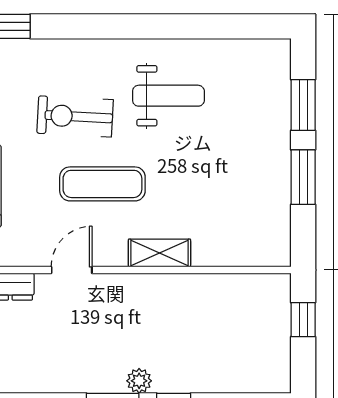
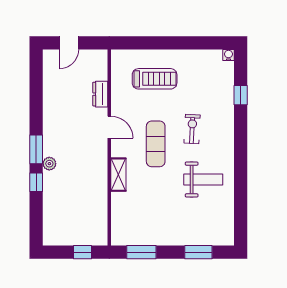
weight bench: (168, 96) -> (203, 179), turned -90
exercise bike: (75, 116) -> (192, 129), width x0.73, depth x0.72
window: (303, 177) -> (141, 252), moved

